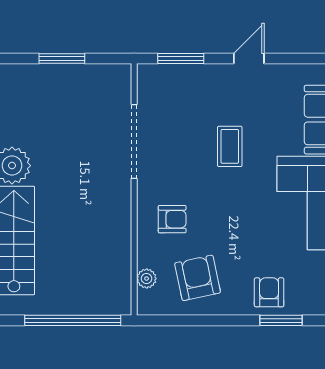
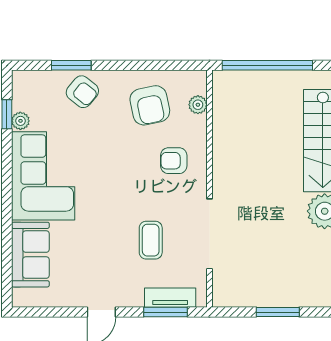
tv unit: (176, 74) -> (170, 298), added
coffee table: (230, 146) -> (151, 240), moved
armchair: (269, 292) -> (82, 92), turned -51

